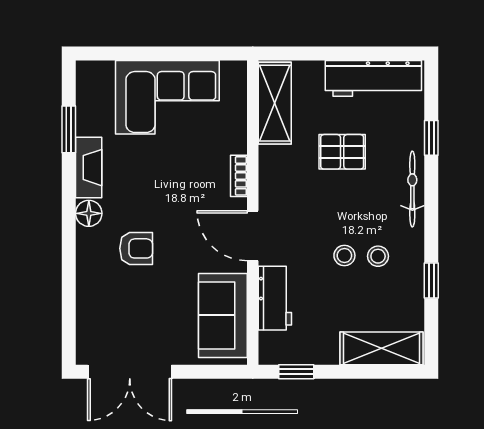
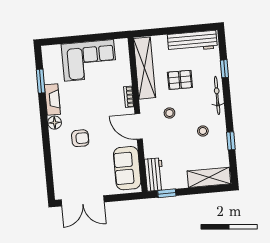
shelving: (275, 103) -> (144, 68), width x1.47
stool: (344, 256) -> (169, 113), moved
workbench: (275, 298) -> (154, 174), moved

